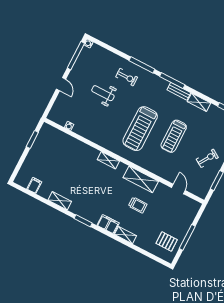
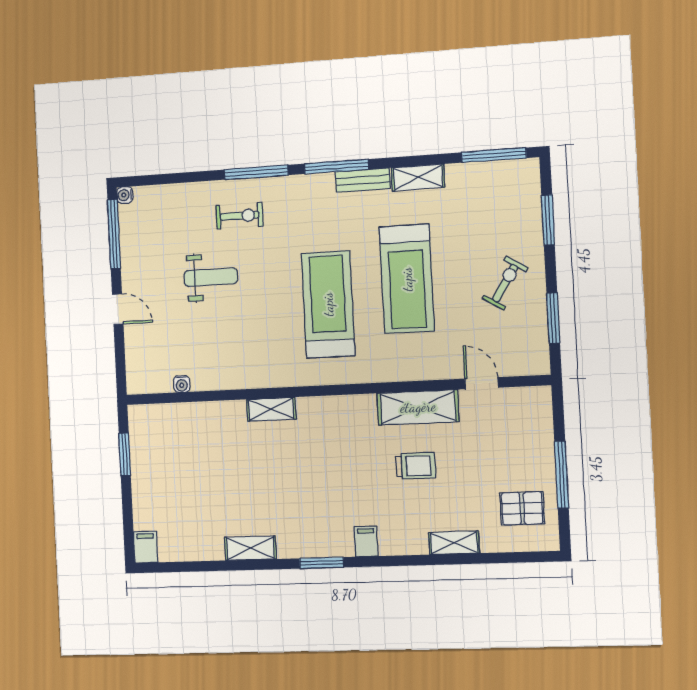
weight bench: (103, 93) -> (211, 277), turned 180
treadmill: (140, 129) -> (328, 304), turned 180
treadmill: (174, 136) -> (407, 279), width x1.37, depth x1.38
shelving: (108, 160) -> (271, 409), moved
shelving: (141, 179) -> (418, 407), moved
filing cabinet: (34, 185) -> (146, 547), moved
filing cabinet: (108, 224) -> (366, 541), width x0.50
shelving: (125, 235) -> (454, 543), moved

